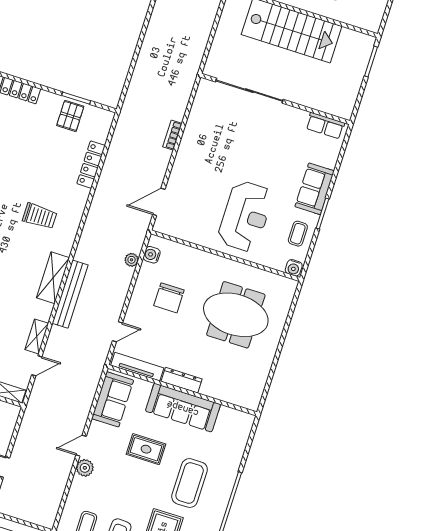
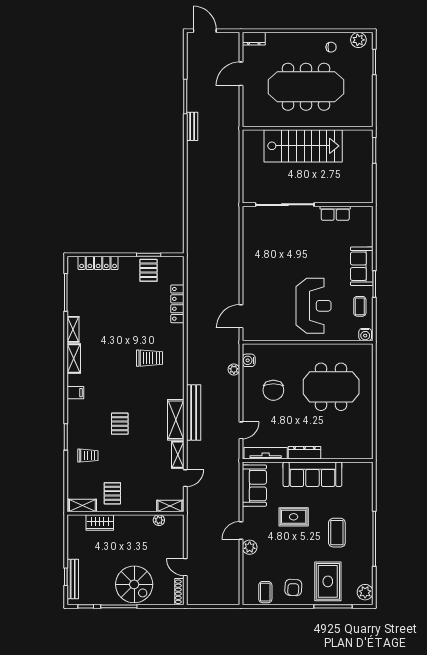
row of seats: (325, 126) -> (335, 213), moved
bookcase: (172, 135) -> (235, 260), removed
shelving: (53, 278) -> (176, 420), moved
coffee table: (190, 483) -> (337, 533), width x0.73, depth x0.76

